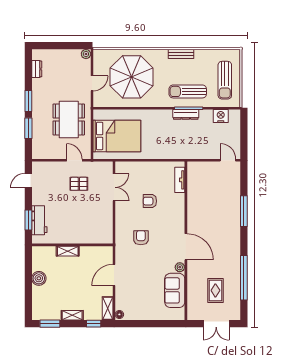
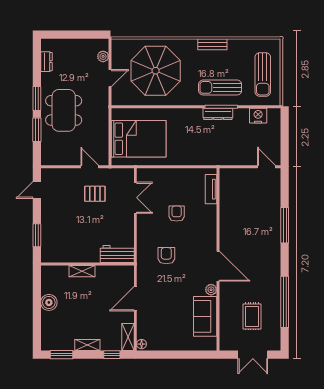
plant: (86, 54) -> (103, 56), moved
dining table: (69, 119) -> (64, 110), moved
armchair: (150, 201) -> (177, 214), turned 90
workbench: (39, 220) -> (117, 254), moved, turned -90

